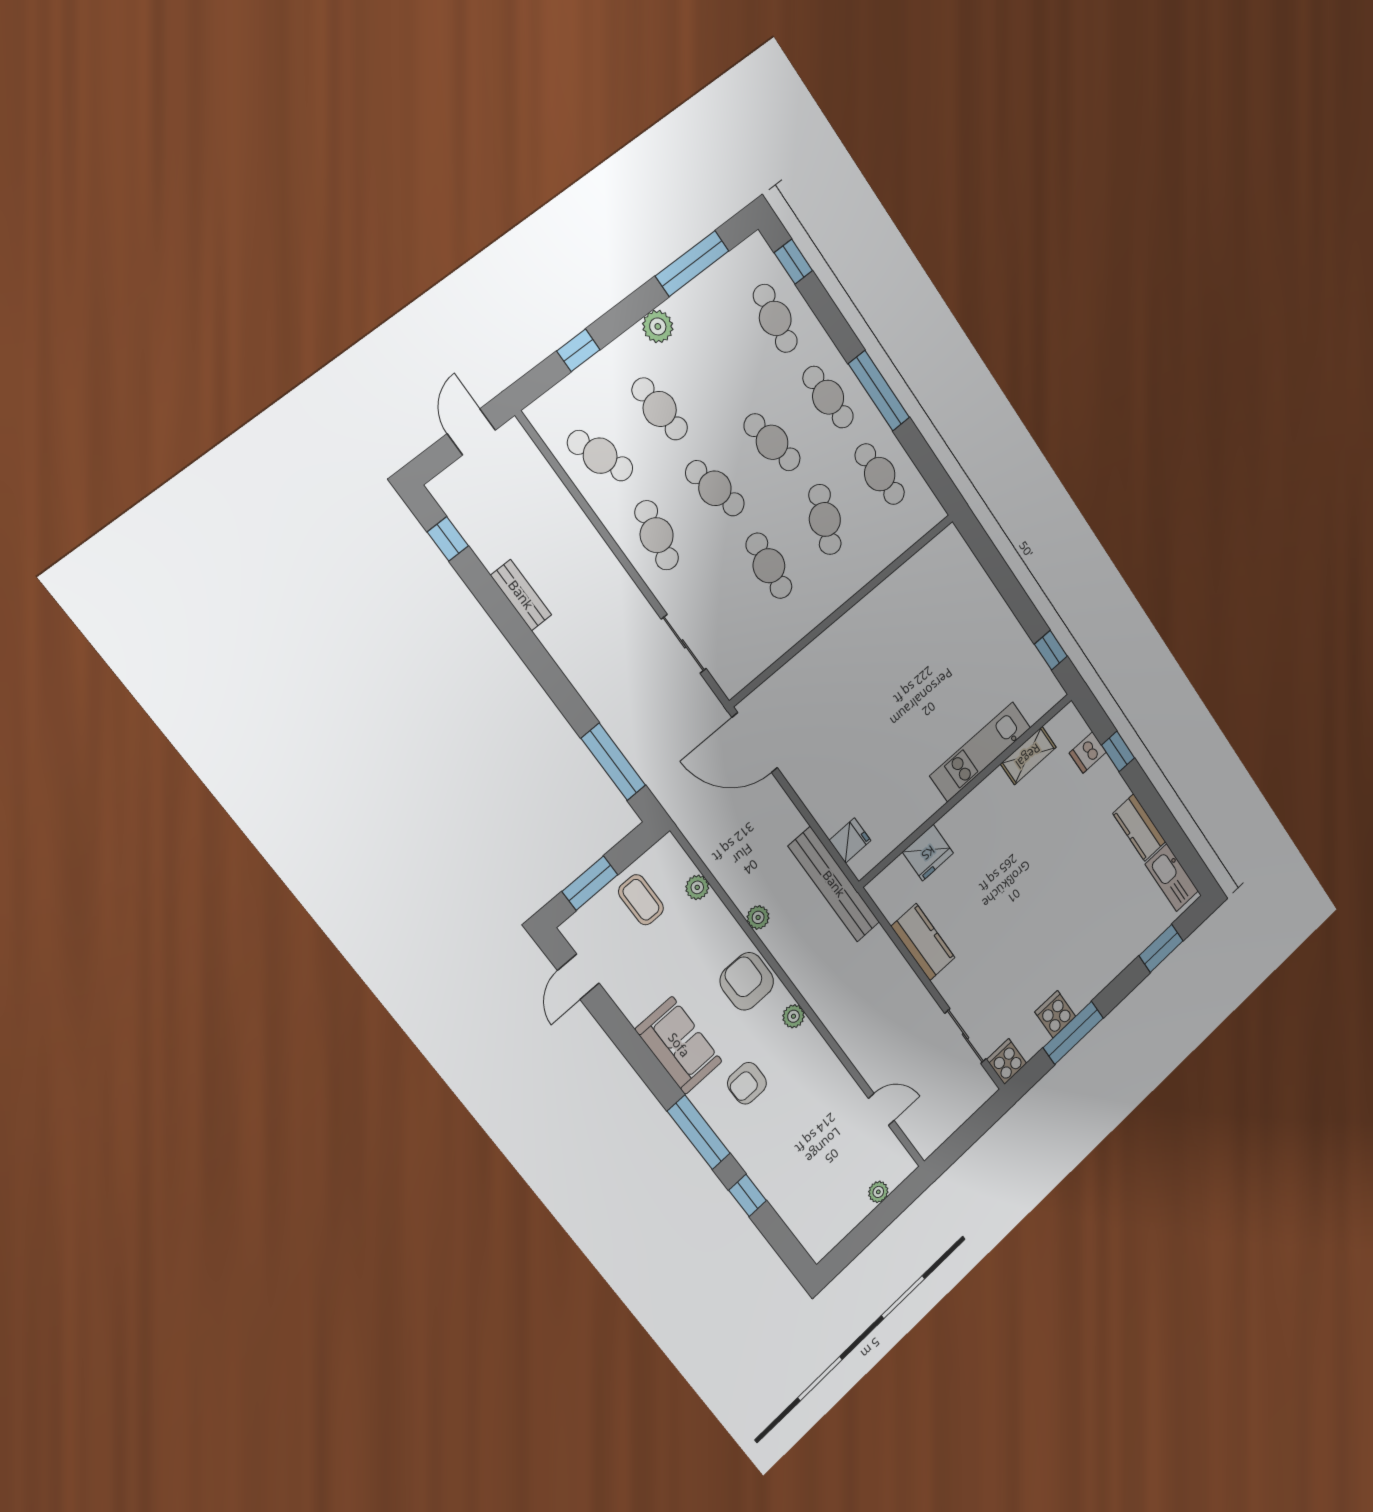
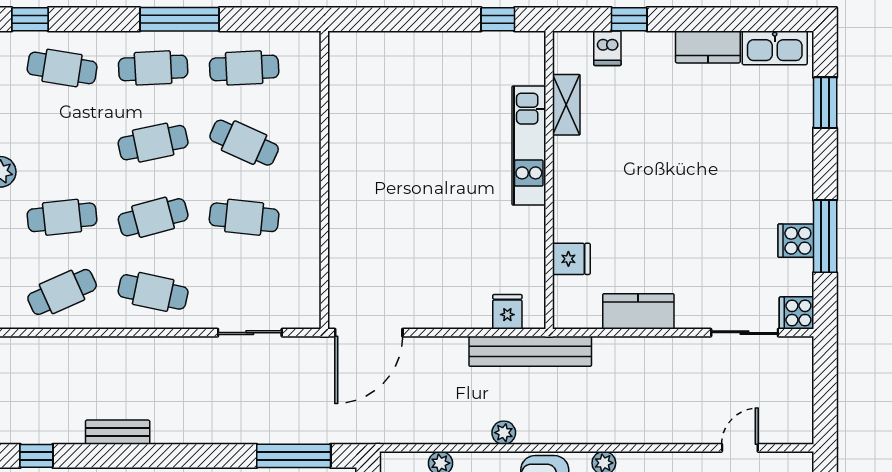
fridge: (928, 853) -> (571, 259), width x0.72

